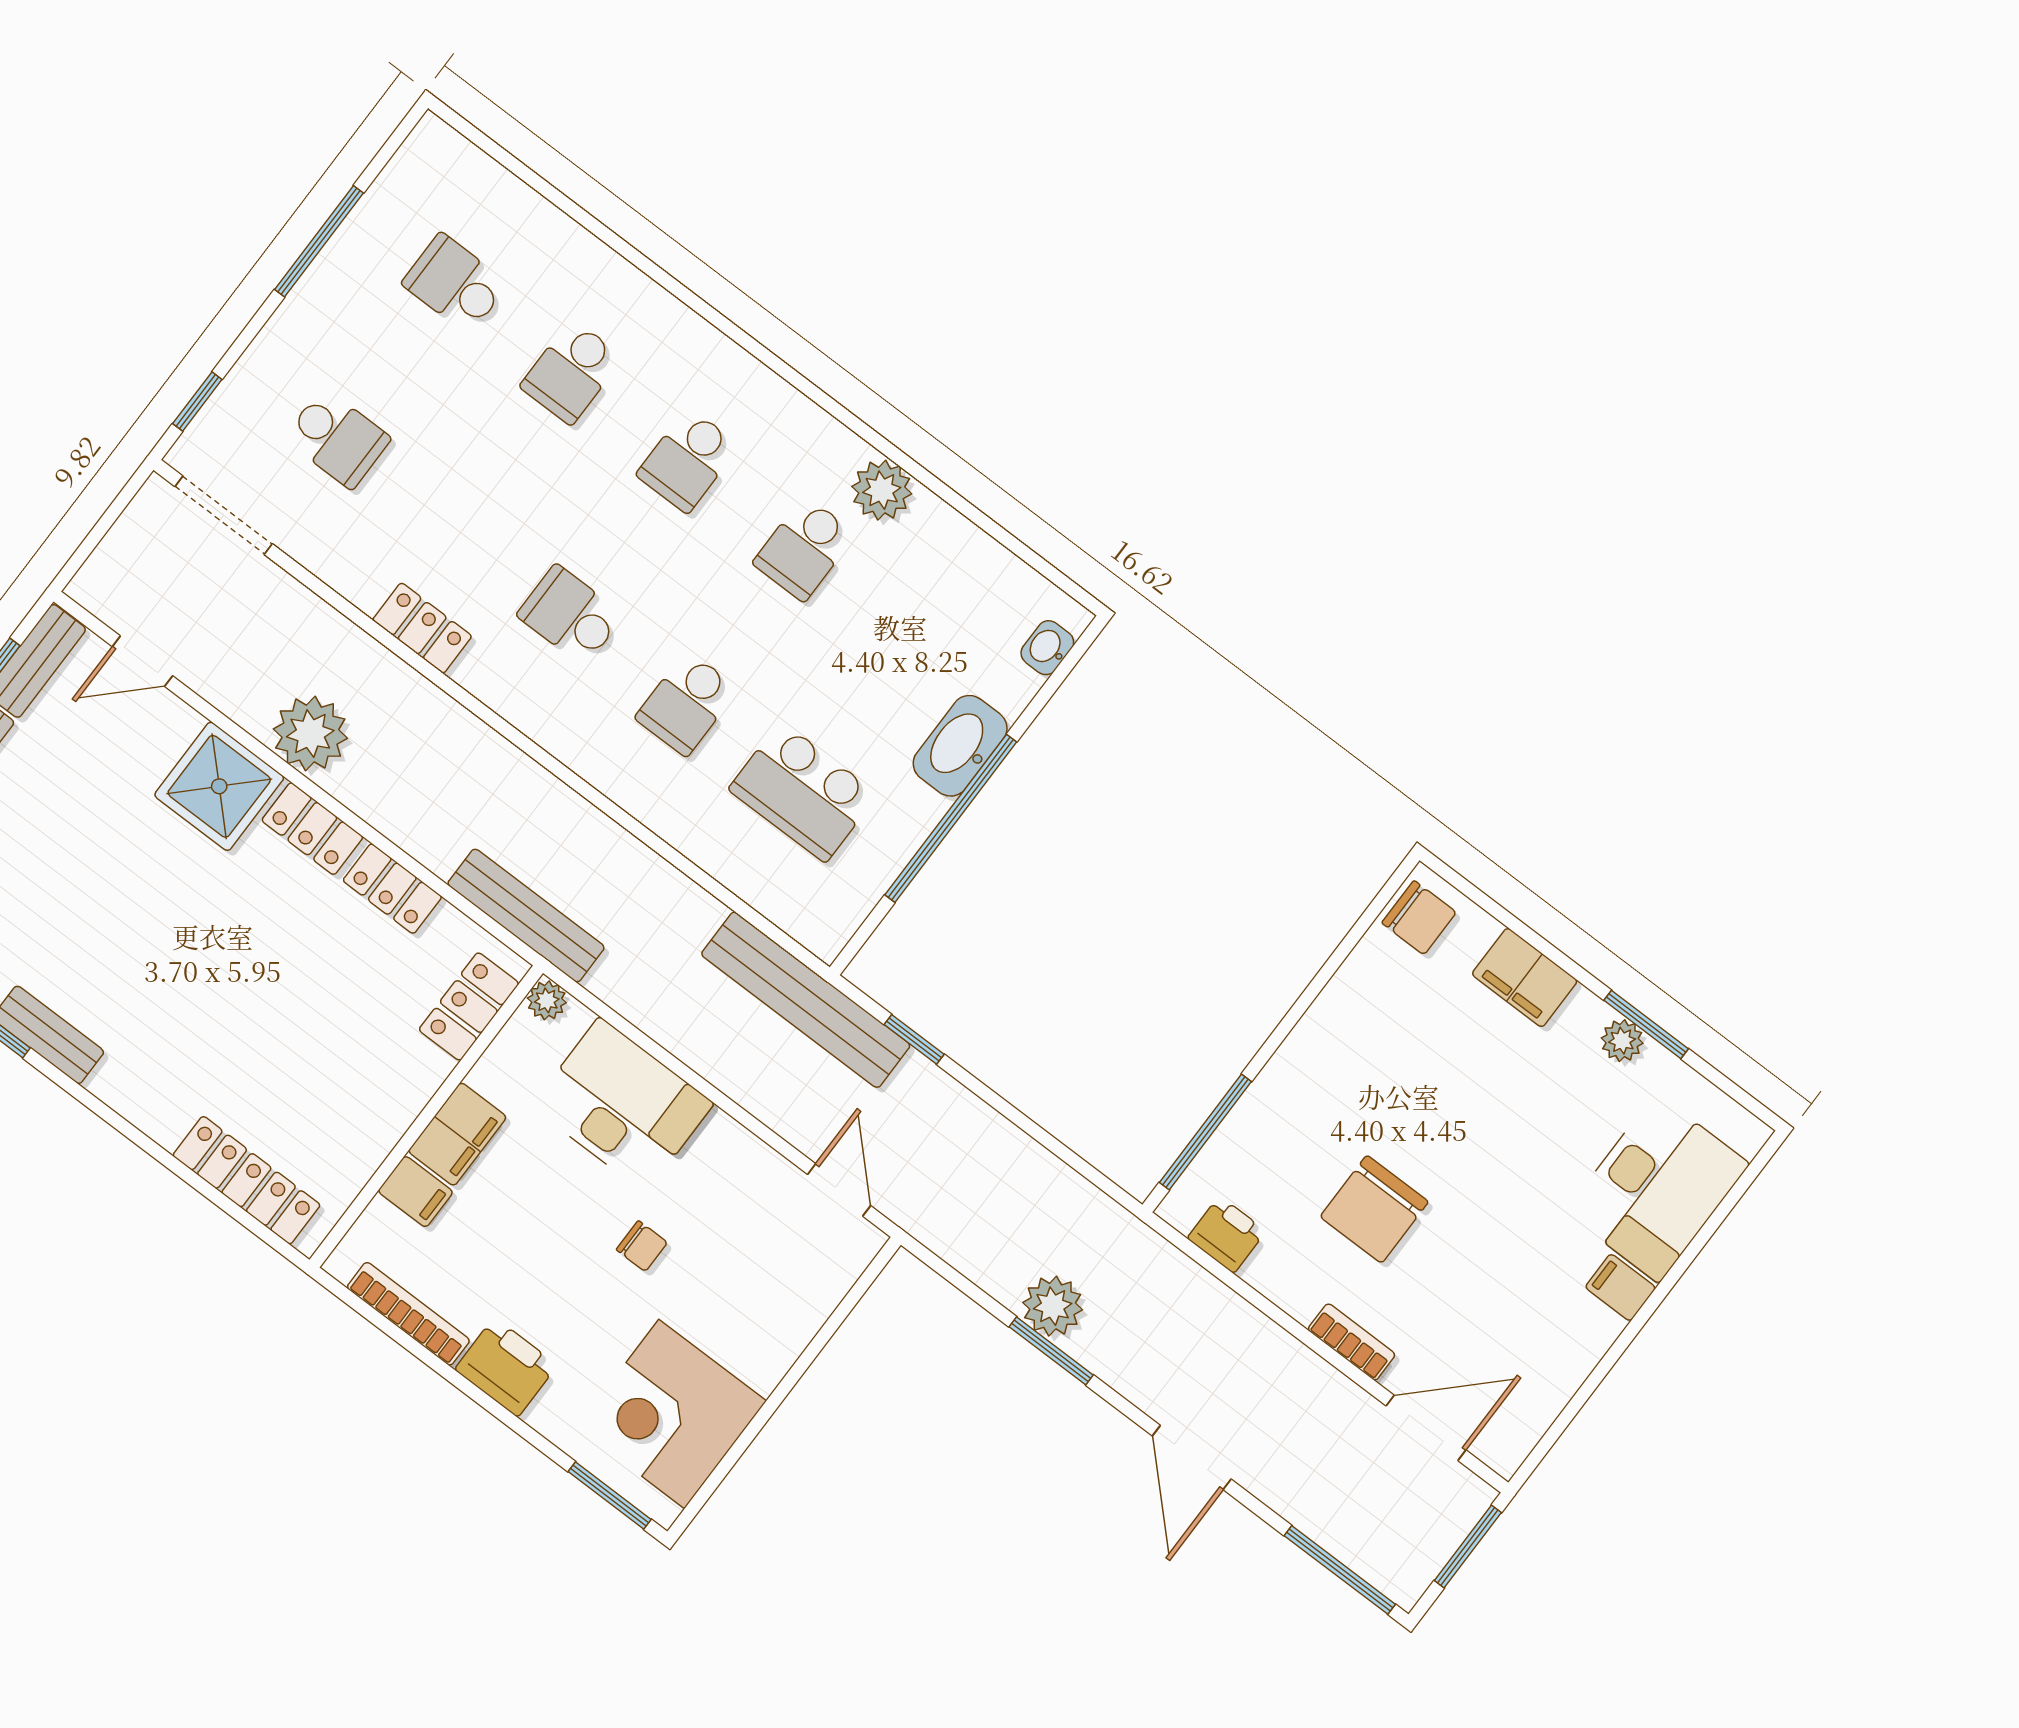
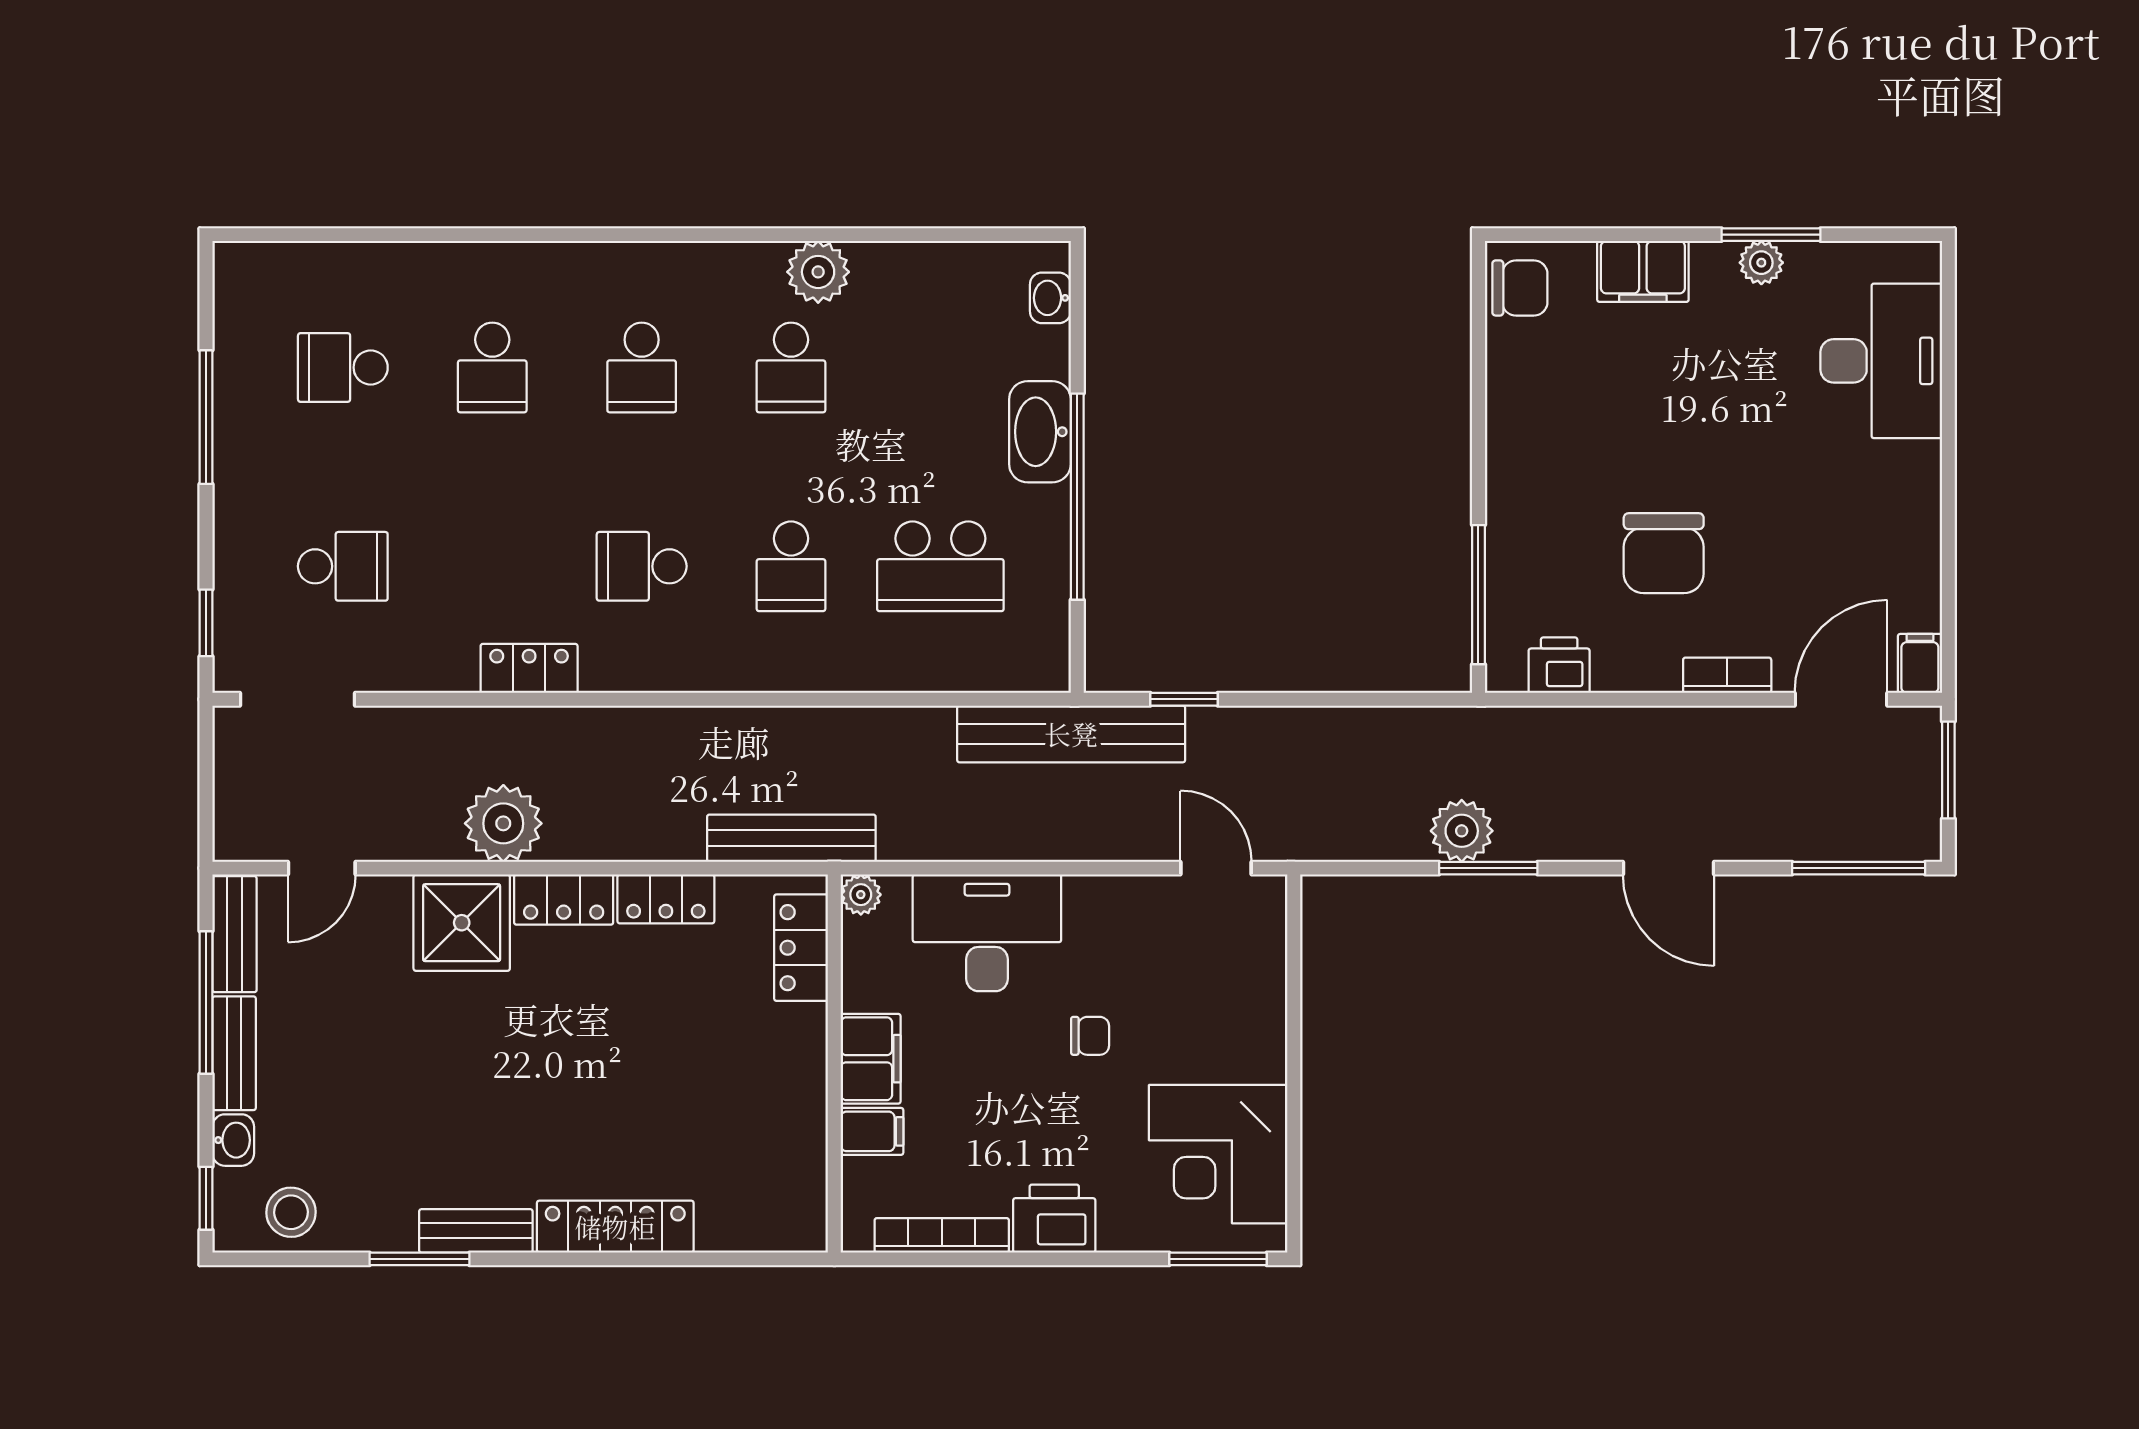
locker: (246, 1180) -> (615, 1227), moved
filing cabinet: (1620, 1287) -> (1920, 663), moved, turned 90

